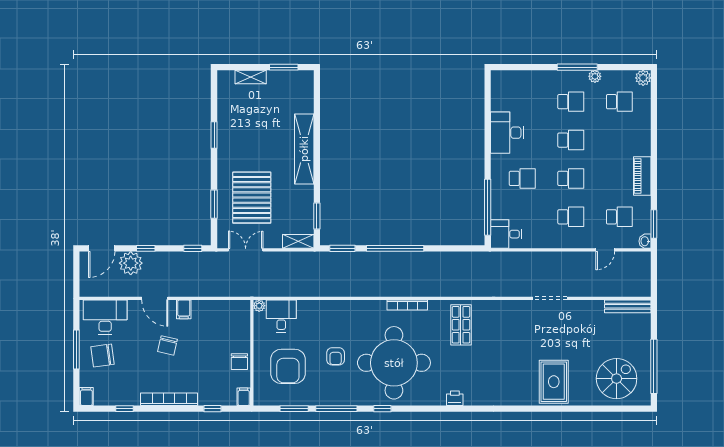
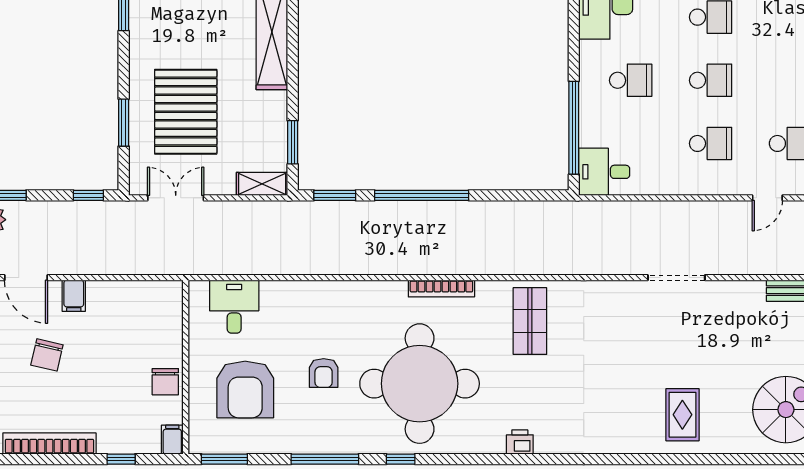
plant: (259, 306) -> (198, 290), removed
rug: (554, 382) -> (682, 415), width x0.73, depth x0.70
window: (294, 409) -> (224, 459), moved

